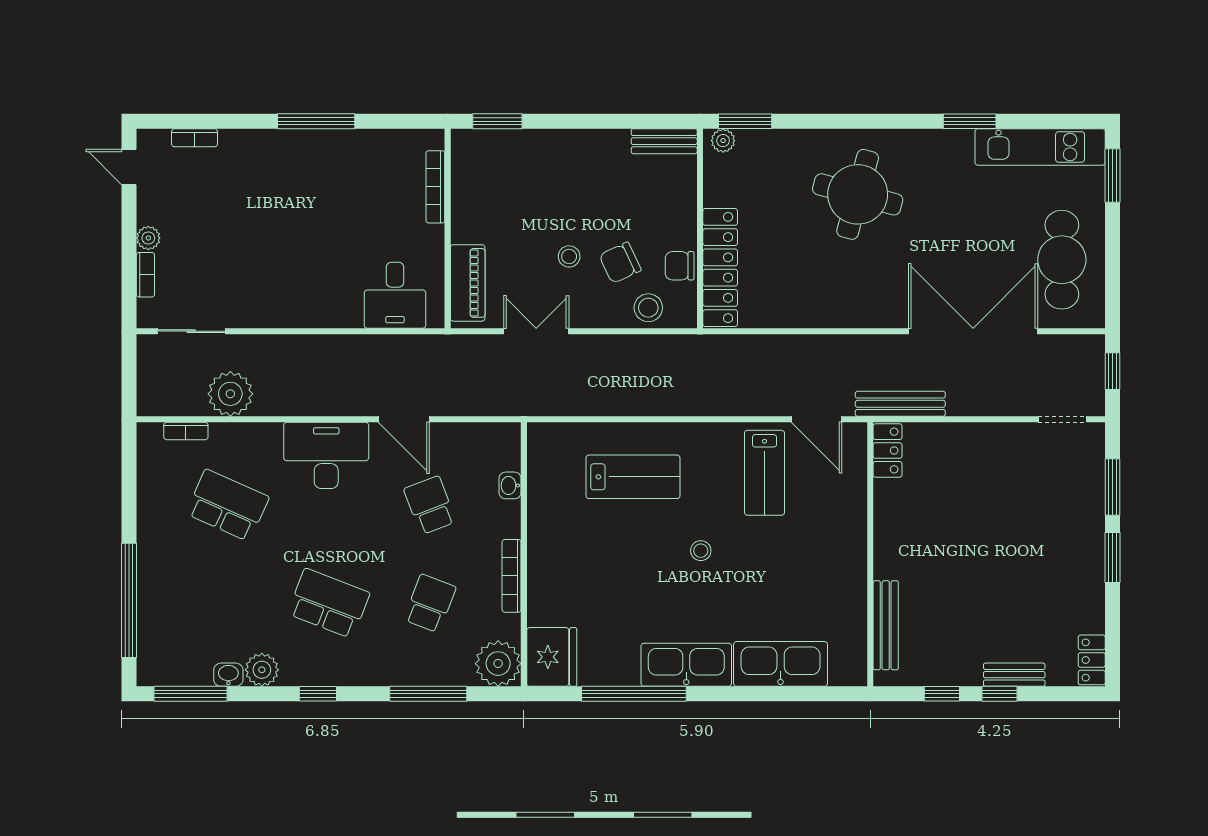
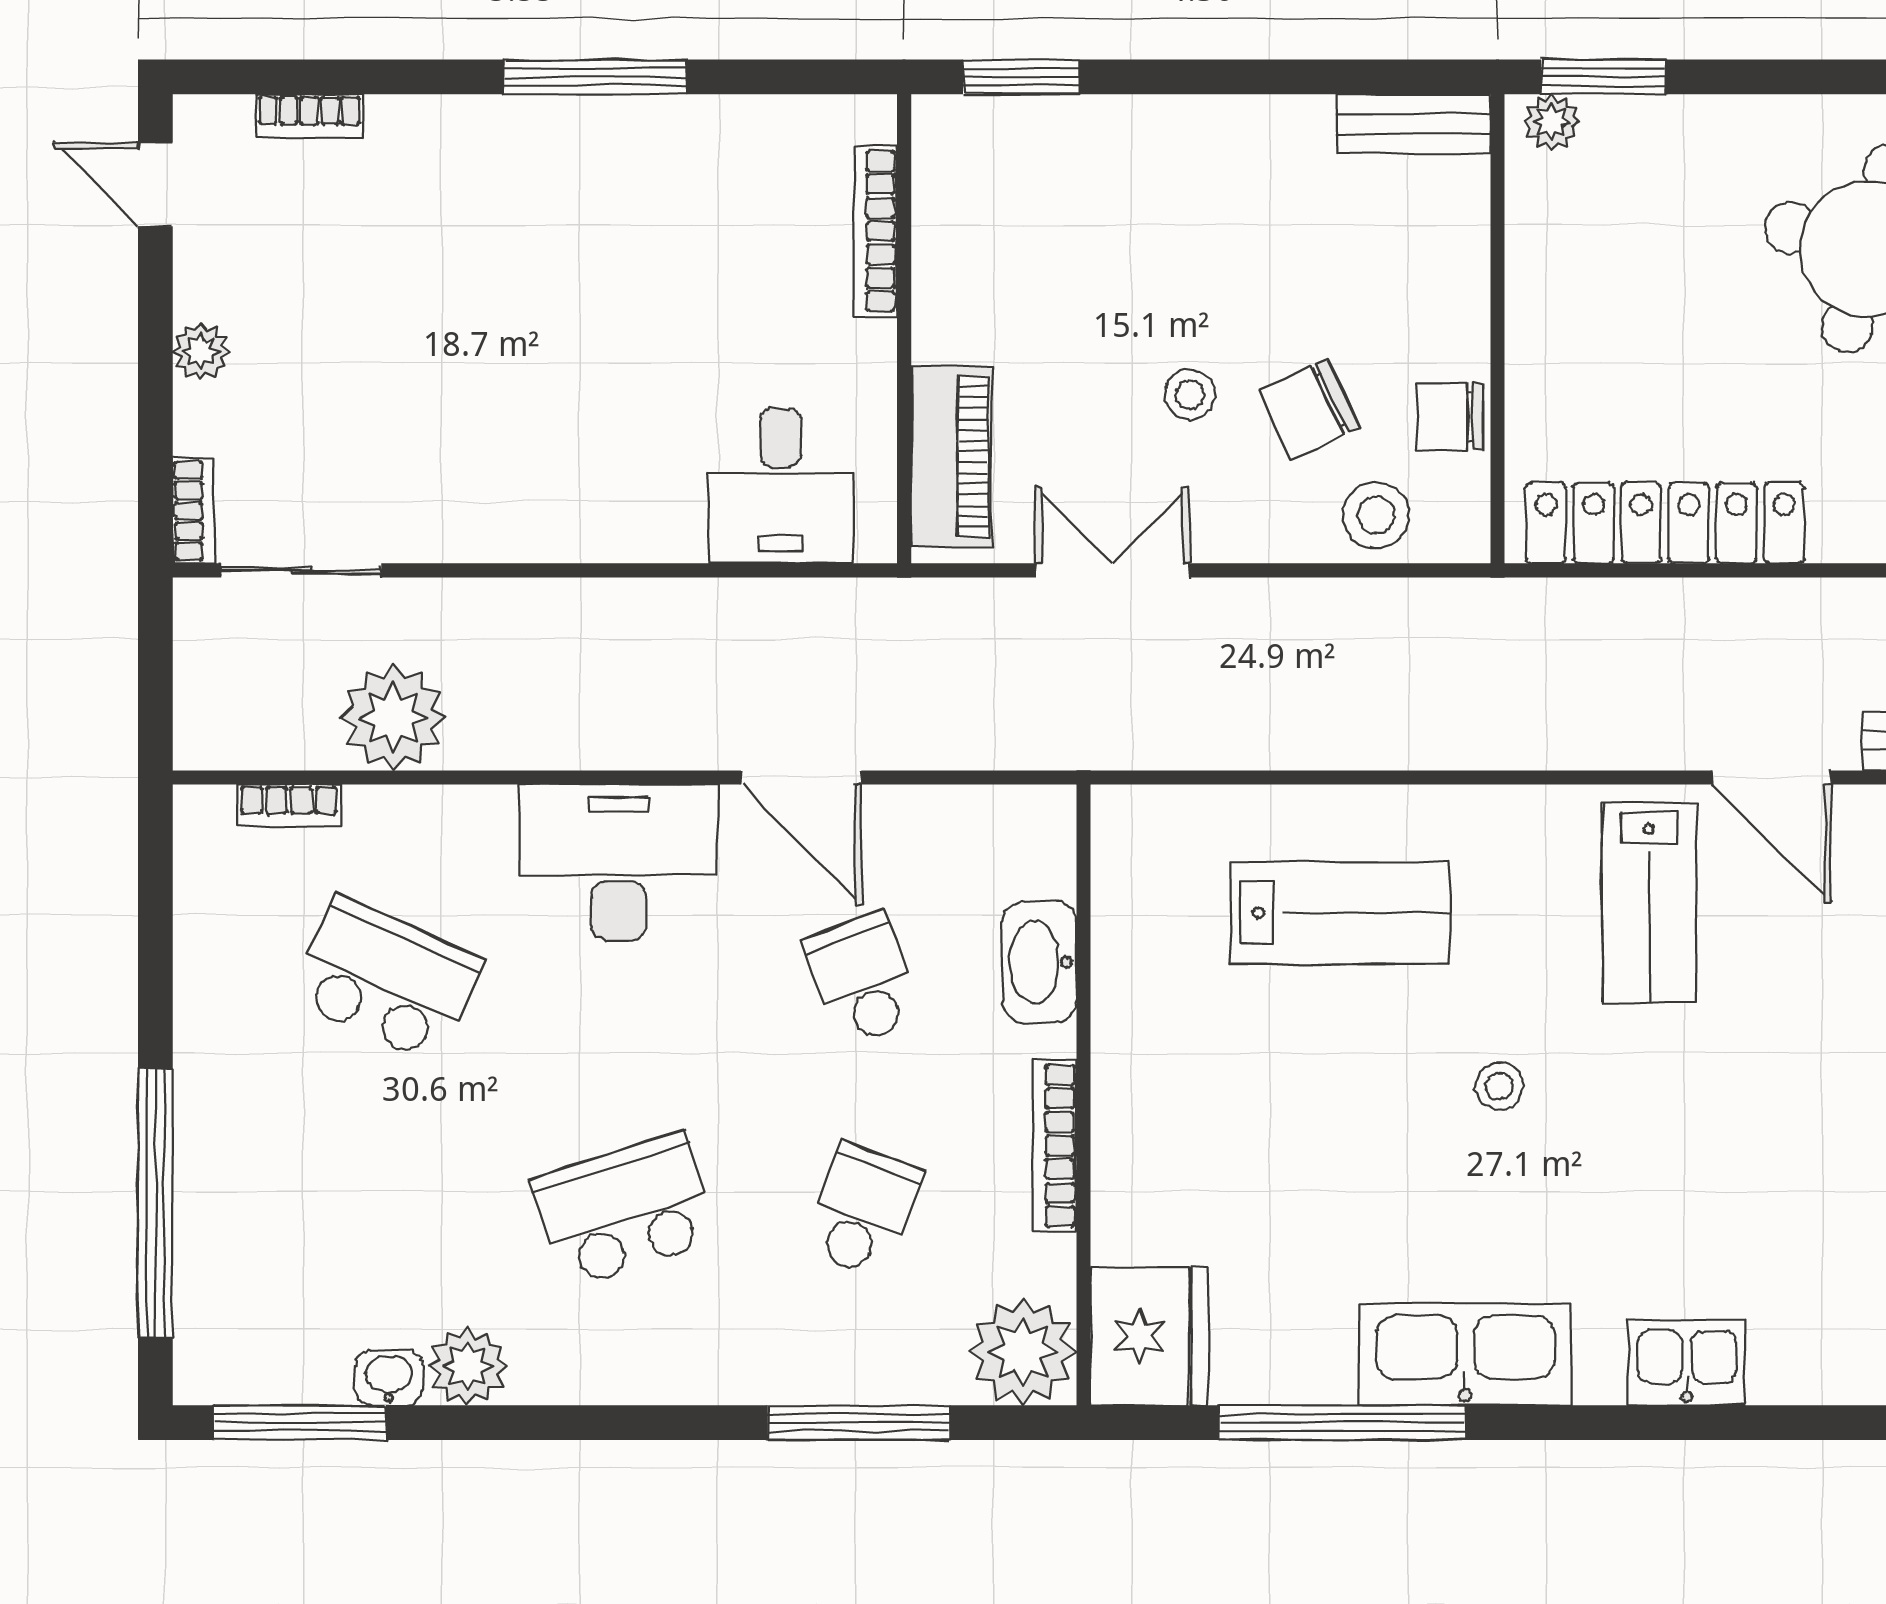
locker: (720, 268) -> (1665, 523), moved, turned -90
bookcase: (145, 275) -> (194, 511), moved
washbasin: (510, 485) -> (1039, 962), width x1.91, depth x1.45
school desk: (329, 603) -> (625, 1210), turned -39
kitchen sink: (781, 664) -> (1687, 1363), width x0.53, depth x0.81
window: (318, 694) -> (599, 1423), removed

